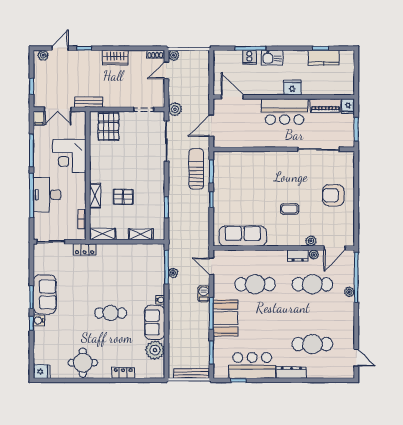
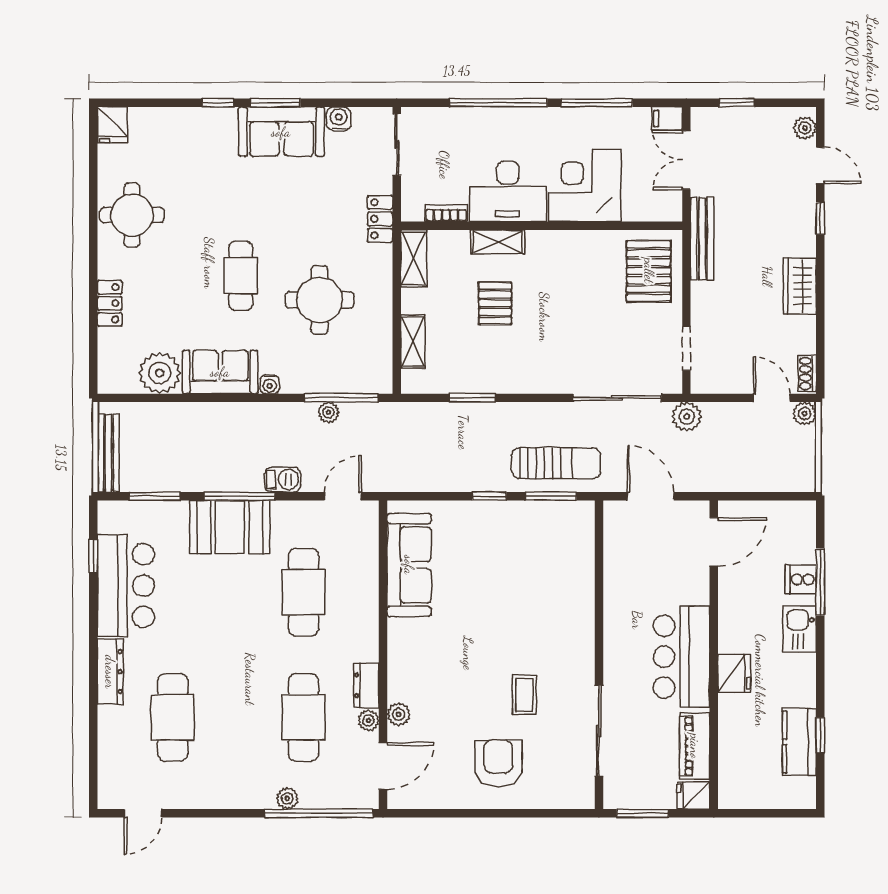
bench: (89, 102) -> (702, 239), width x1.36
pallet: (108, 127) -> (649, 271), turned 90
desk: (47, 195) -> (508, 191), moved, turned 180
coffee table: (290, 209) -> (524, 695), moved
door: (335, 248) -> (383, 766), swing flipped
round table: (122, 277) -> (319, 300), added
water cooler: (39, 321) -> (339, 119), moved

